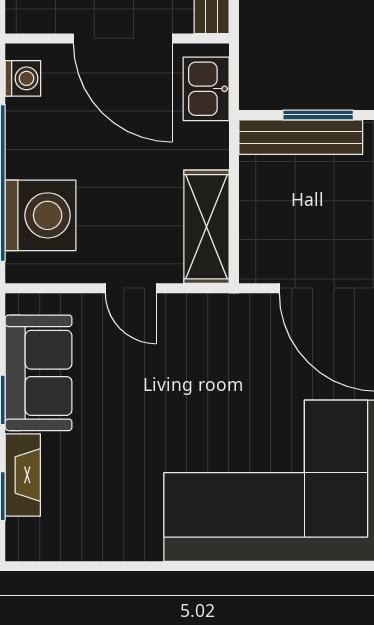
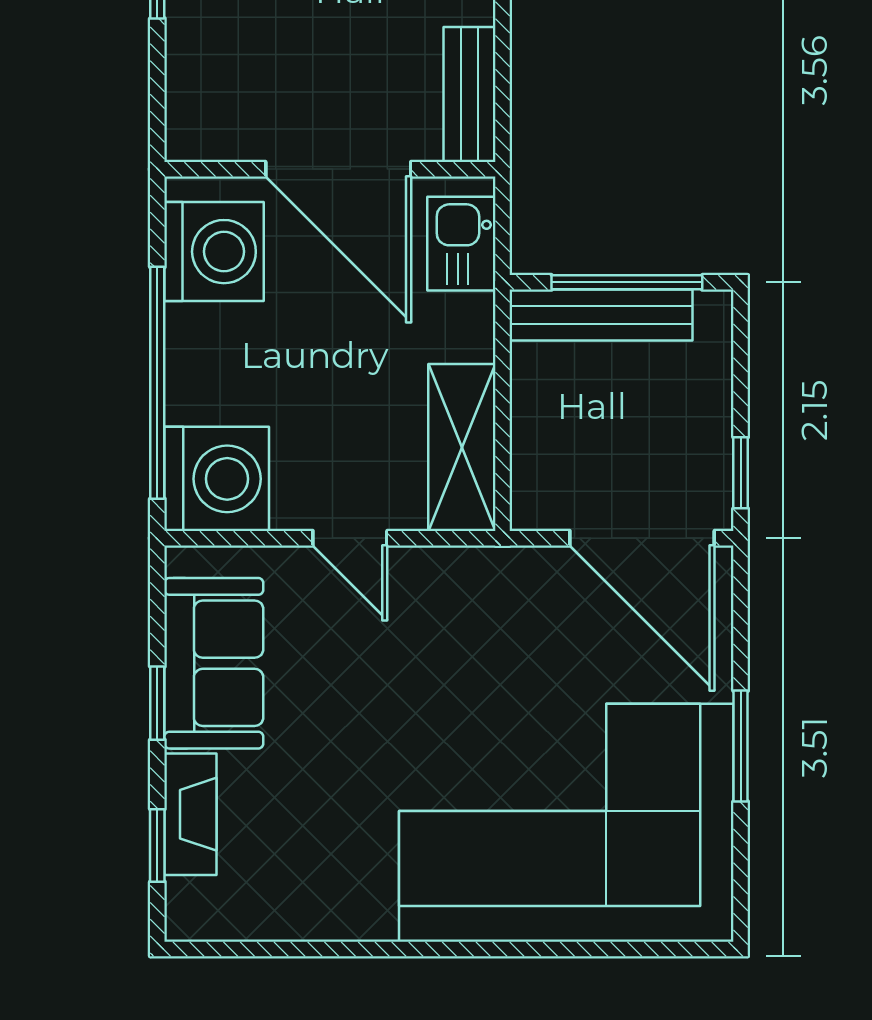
washing machine: (23, 78) -> (214, 252), width x1.89, depth x1.89
window: (318, 115) -> (627, 282), width x1.44
washing machine: (40, 215) -> (217, 479), moved

